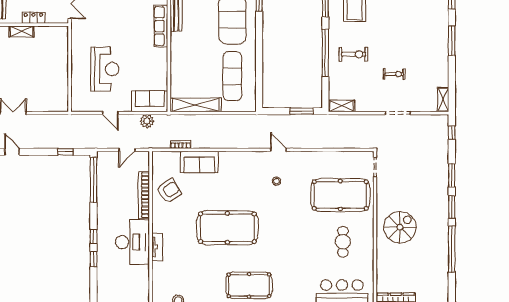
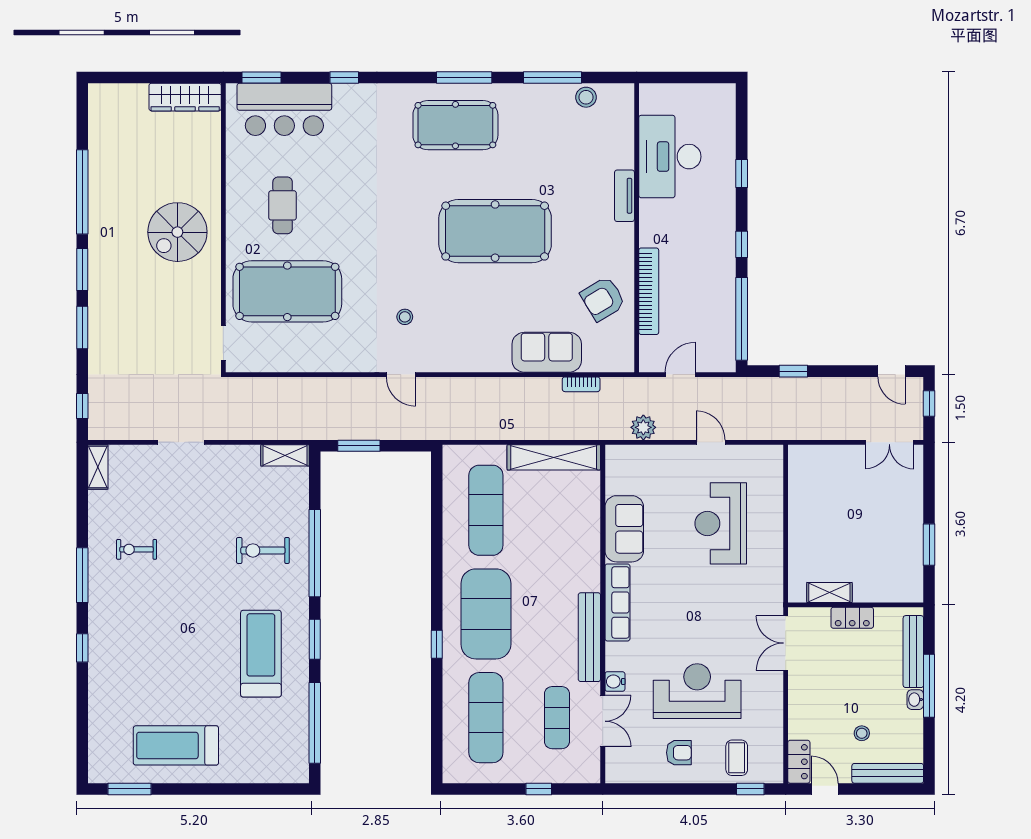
shelving: (22, 31) -> (829, 592), moved
exercise bike: (394, 74) -> (137, 549), moved
sofa: (150, 101) -> (624, 529), moved, turned -90
window: (93, 237) -> (742, 244), moved
desk: (132, 242) -> (670, 157), moved

